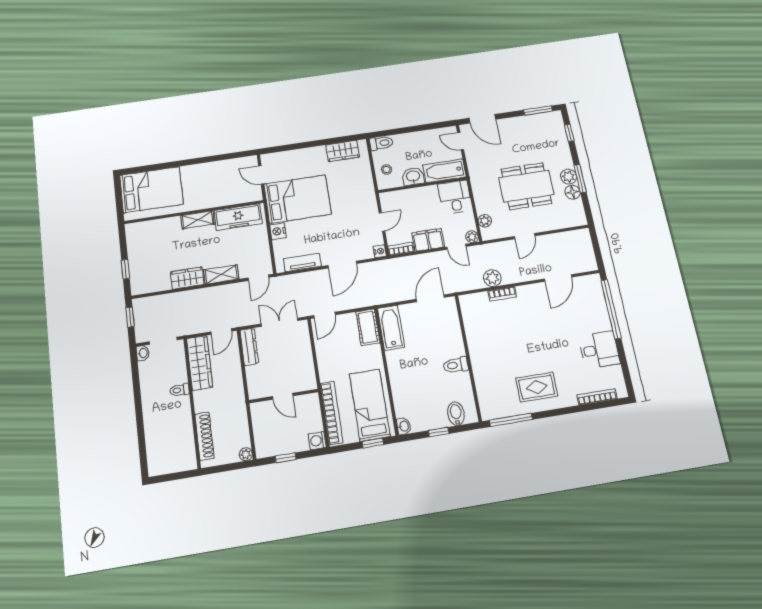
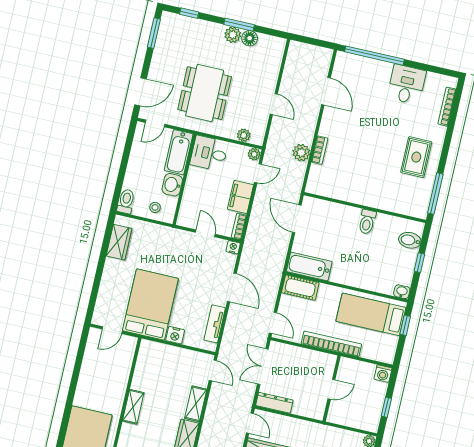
dining table: (526, 186) -> (205, 93), moved
freezer: (238, 217) -> (146, 368), removed
bookcase: (332, 413) -> (331, 344), moved

